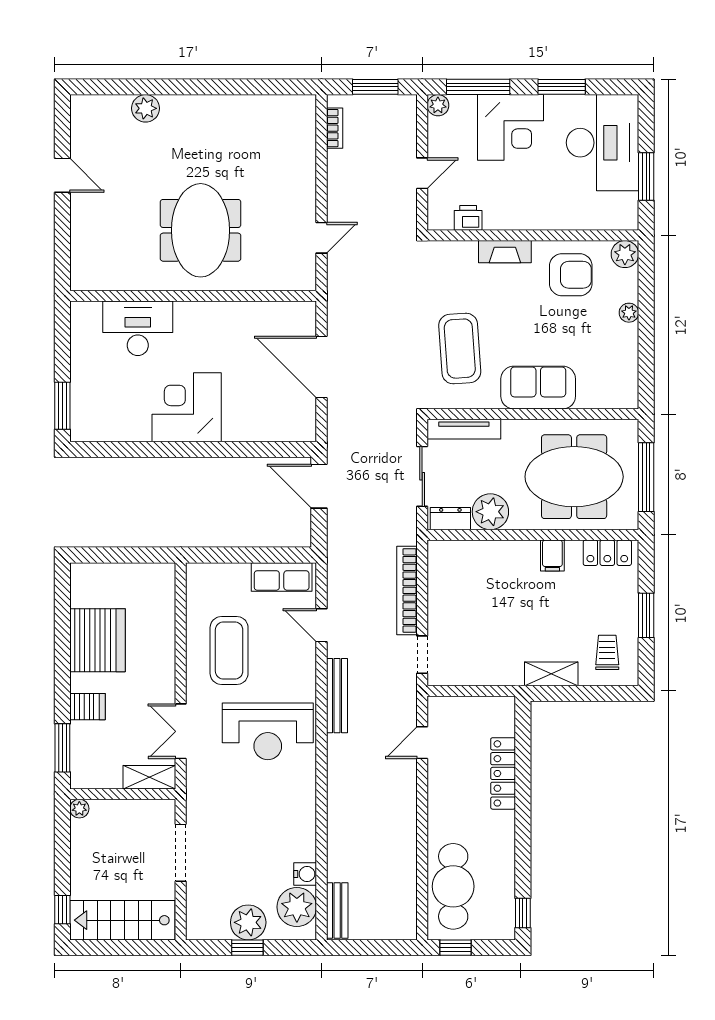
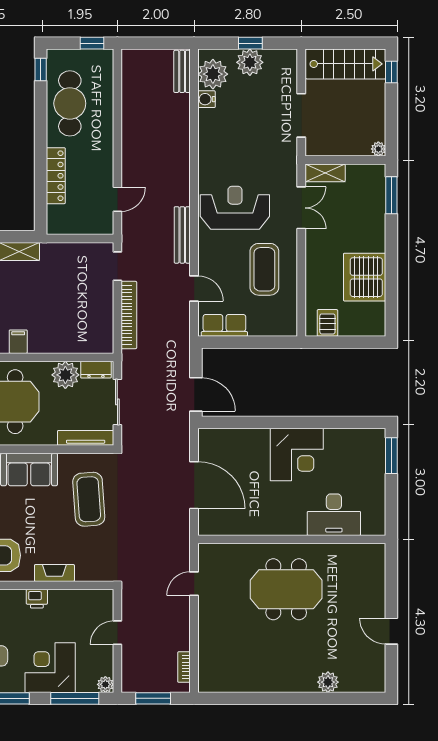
printer: (468, 218) -> (37, 599), moved
meeting table: (201, 230) -> (286, 589), turned 90
server rack: (87, 707) -> (327, 323), moved, turned 90
cafe table: (453, 886) -> (70, 103), moved

